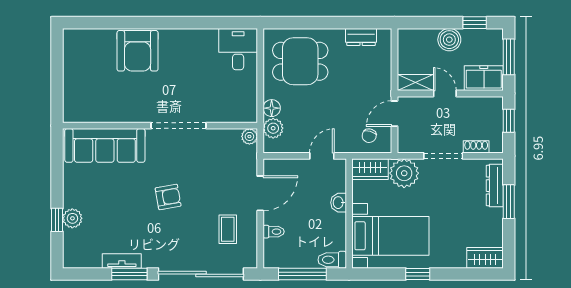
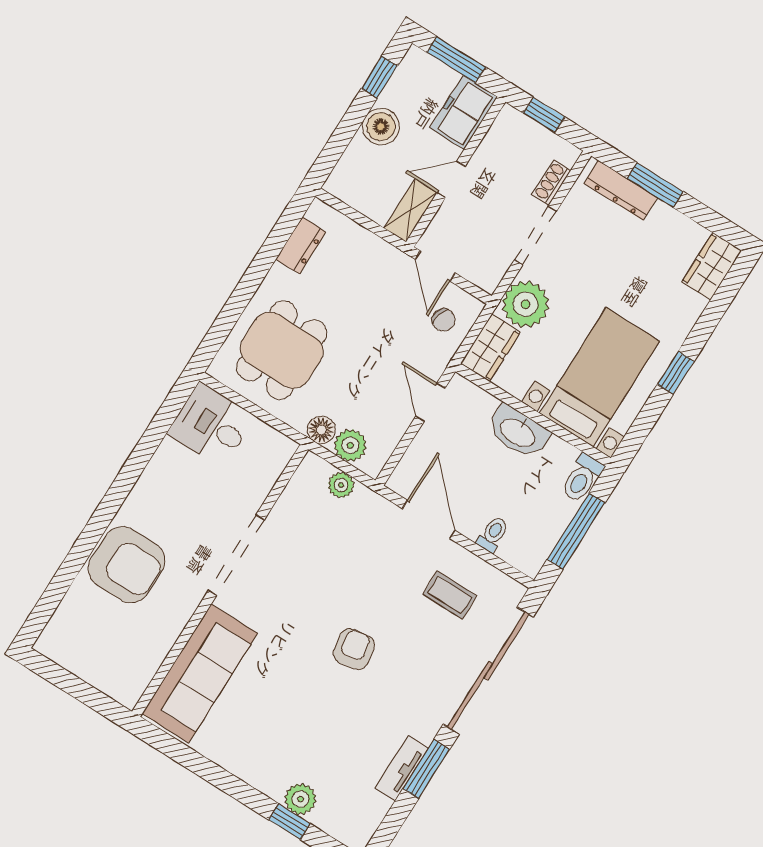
wall: (160, 126) -> (220, 580), moved
doorway: (179, 126) -> (236, 555), moved
sofa: (105, 145) -> (200, 673), moved
washbasin: (339, 203) -> (518, 432), width x1.91, depth x1.45

